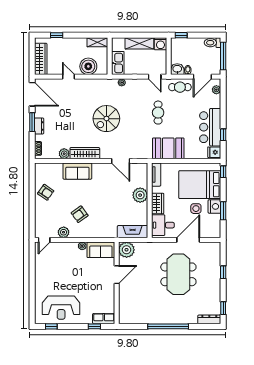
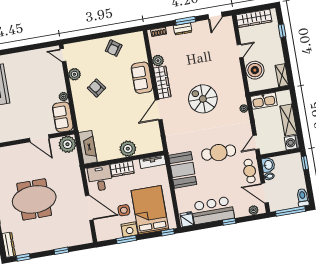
door: (32, 94) -> (215, 16), width x0.53
cafe table: (158, 113) -> (219, 153), width x1.37, depth x1.35
window: (223, 135) -> (229, 222), moved
door: (121, 161) -> (159, 110), moved
meeting table: (178, 274) -> (34, 199), moved

